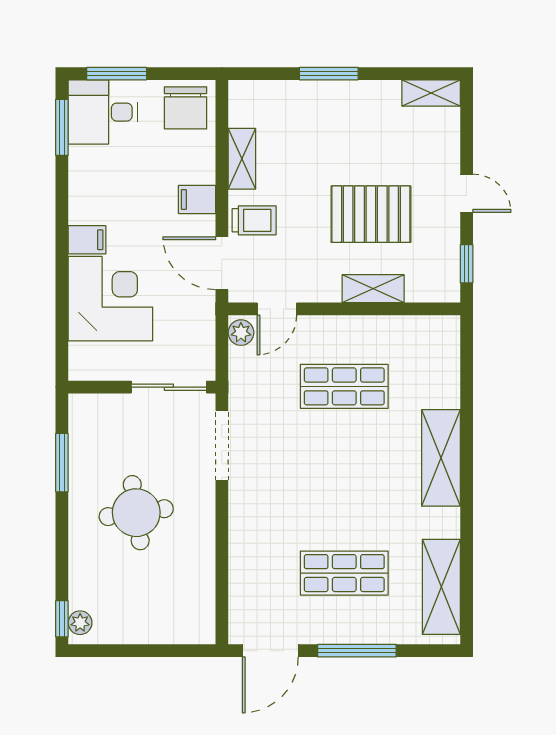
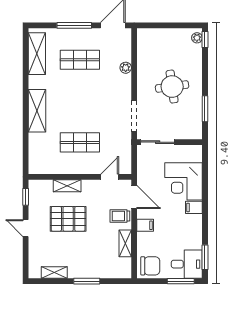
shelving: (431, 93) -> (54, 272), moved
chair: (186, 108) -> (150, 266), turned 90
plant: (241, 333) -> (126, 68), moved

